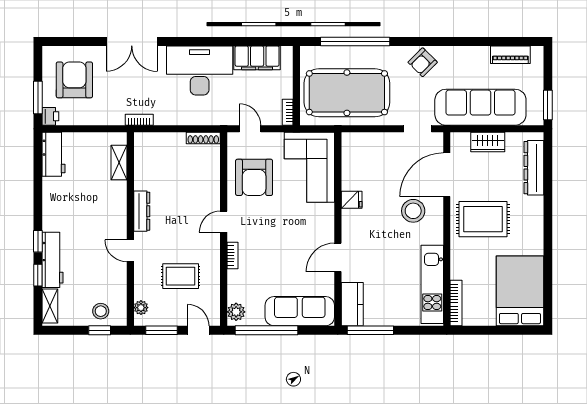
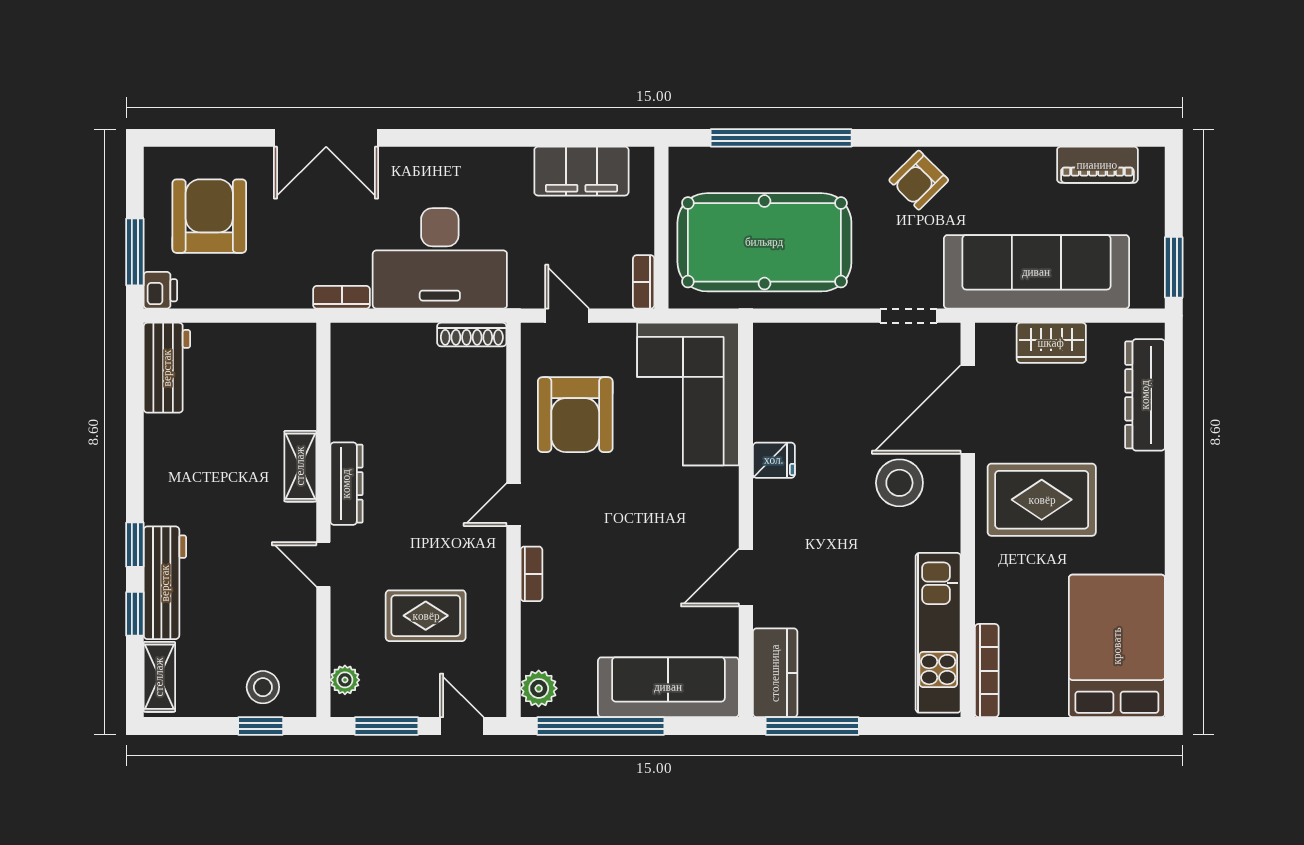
desk: (200, 70) -> (440, 258), moved, turned 180
shelving: (119, 163) -> (300, 466), moved

